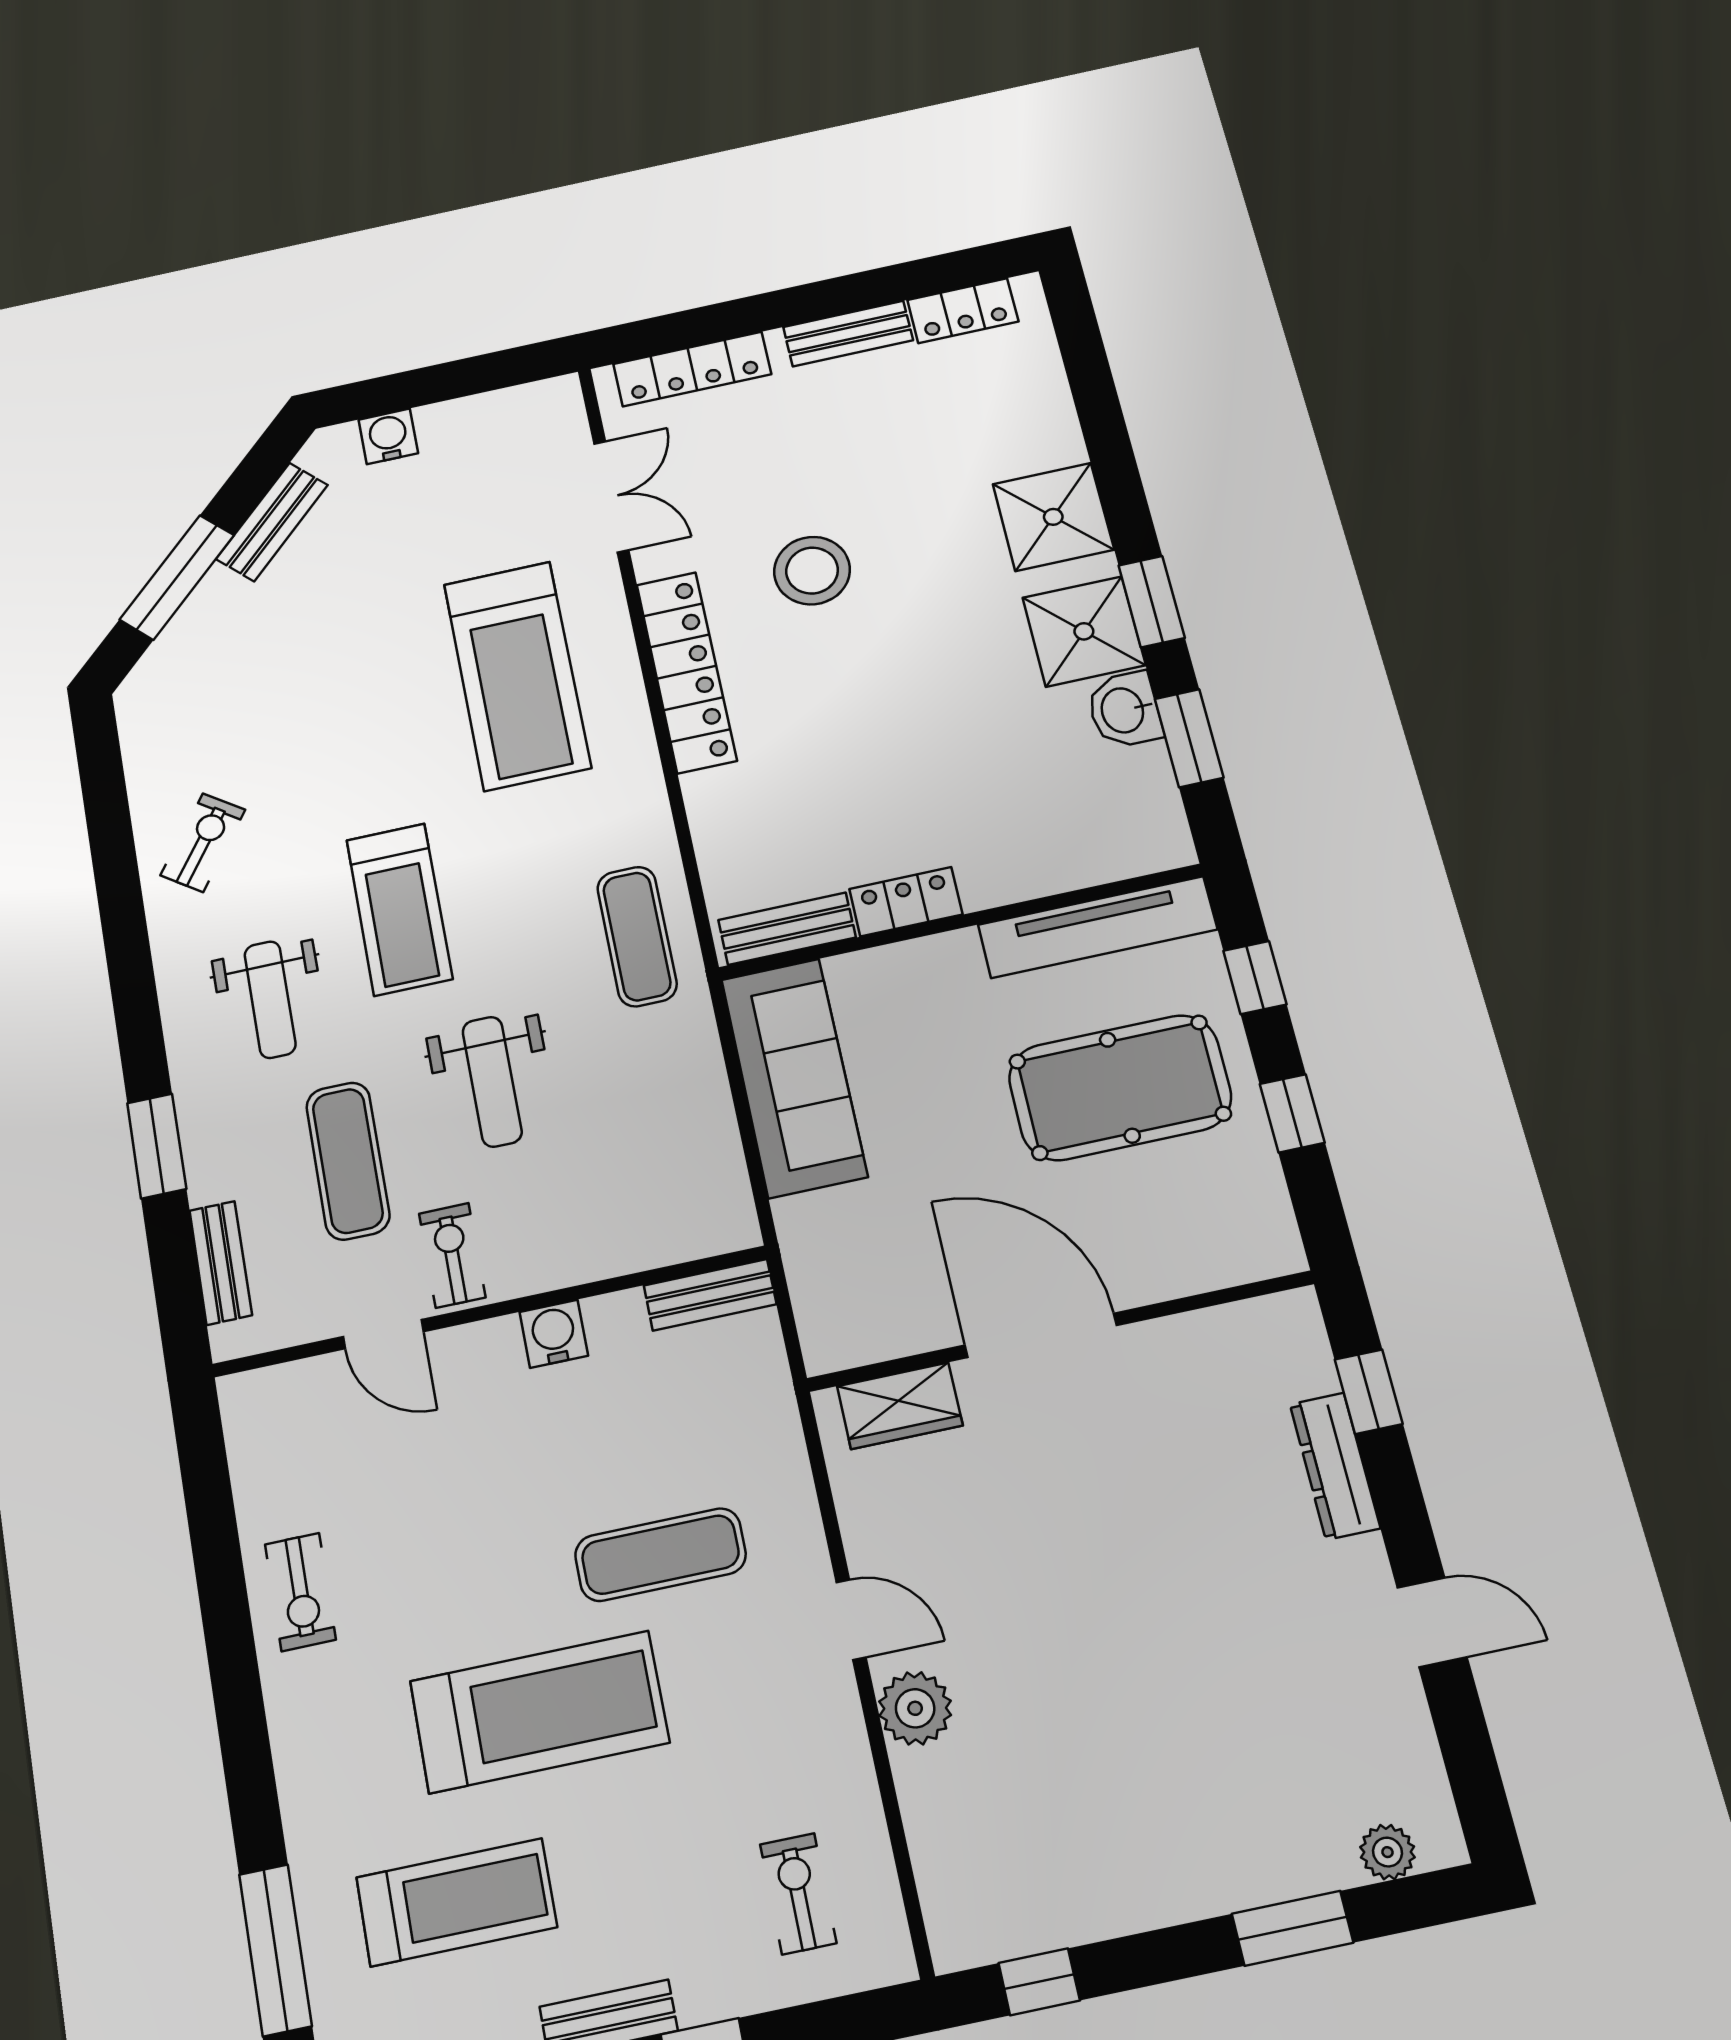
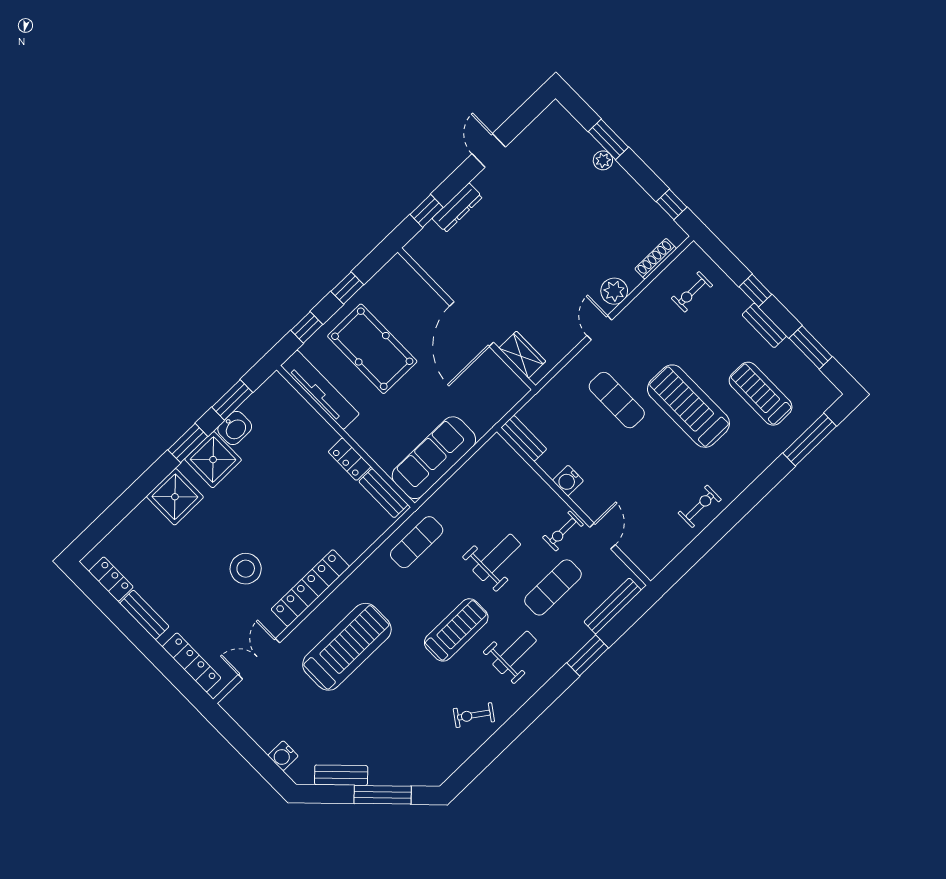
bench: (221, 1263) -> (613, 606), width x1.36
plant: (1387, 1852) -> (603, 160), moved
shoe rack: (931, 1857) -> (656, 259), added

